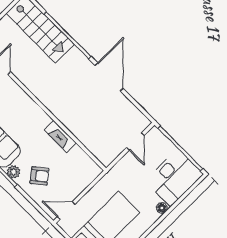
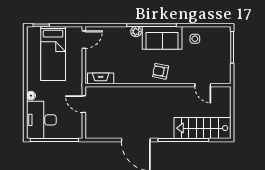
fireplace: (60, 136) -> (101, 78), moved
door: (135, 141) -> (84, 104), moved
armchair: (40, 176) -> (161, 71), moved, turned 49

